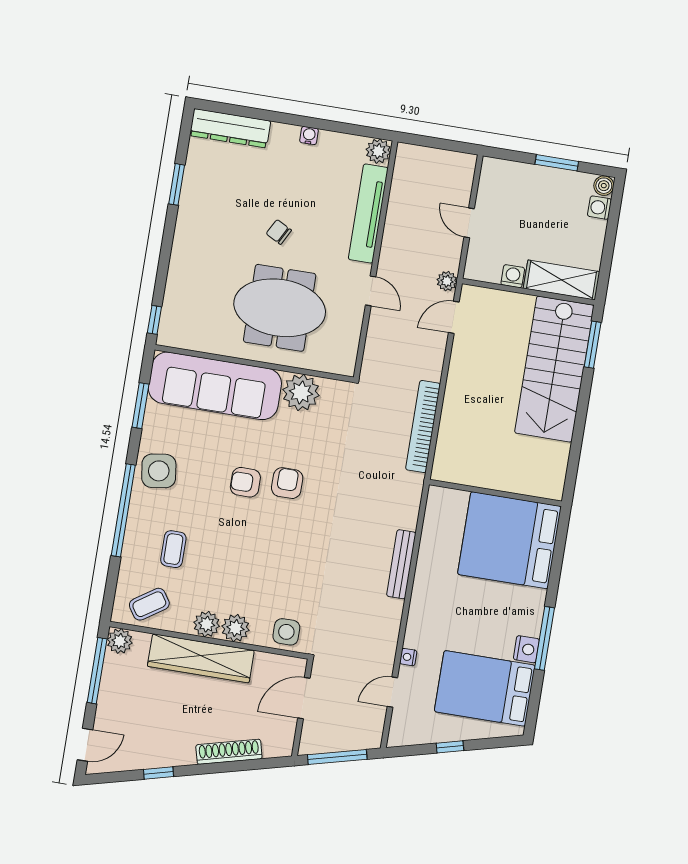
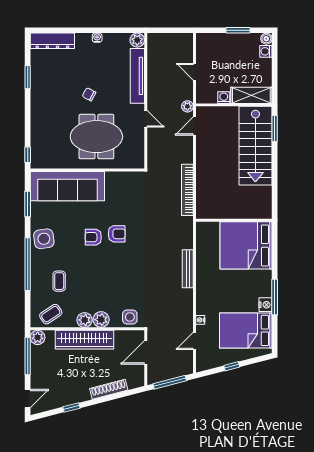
plant: (301, 392) -> (116, 182), removed
armchair: (287, 483) -> (117, 234), turned 90

